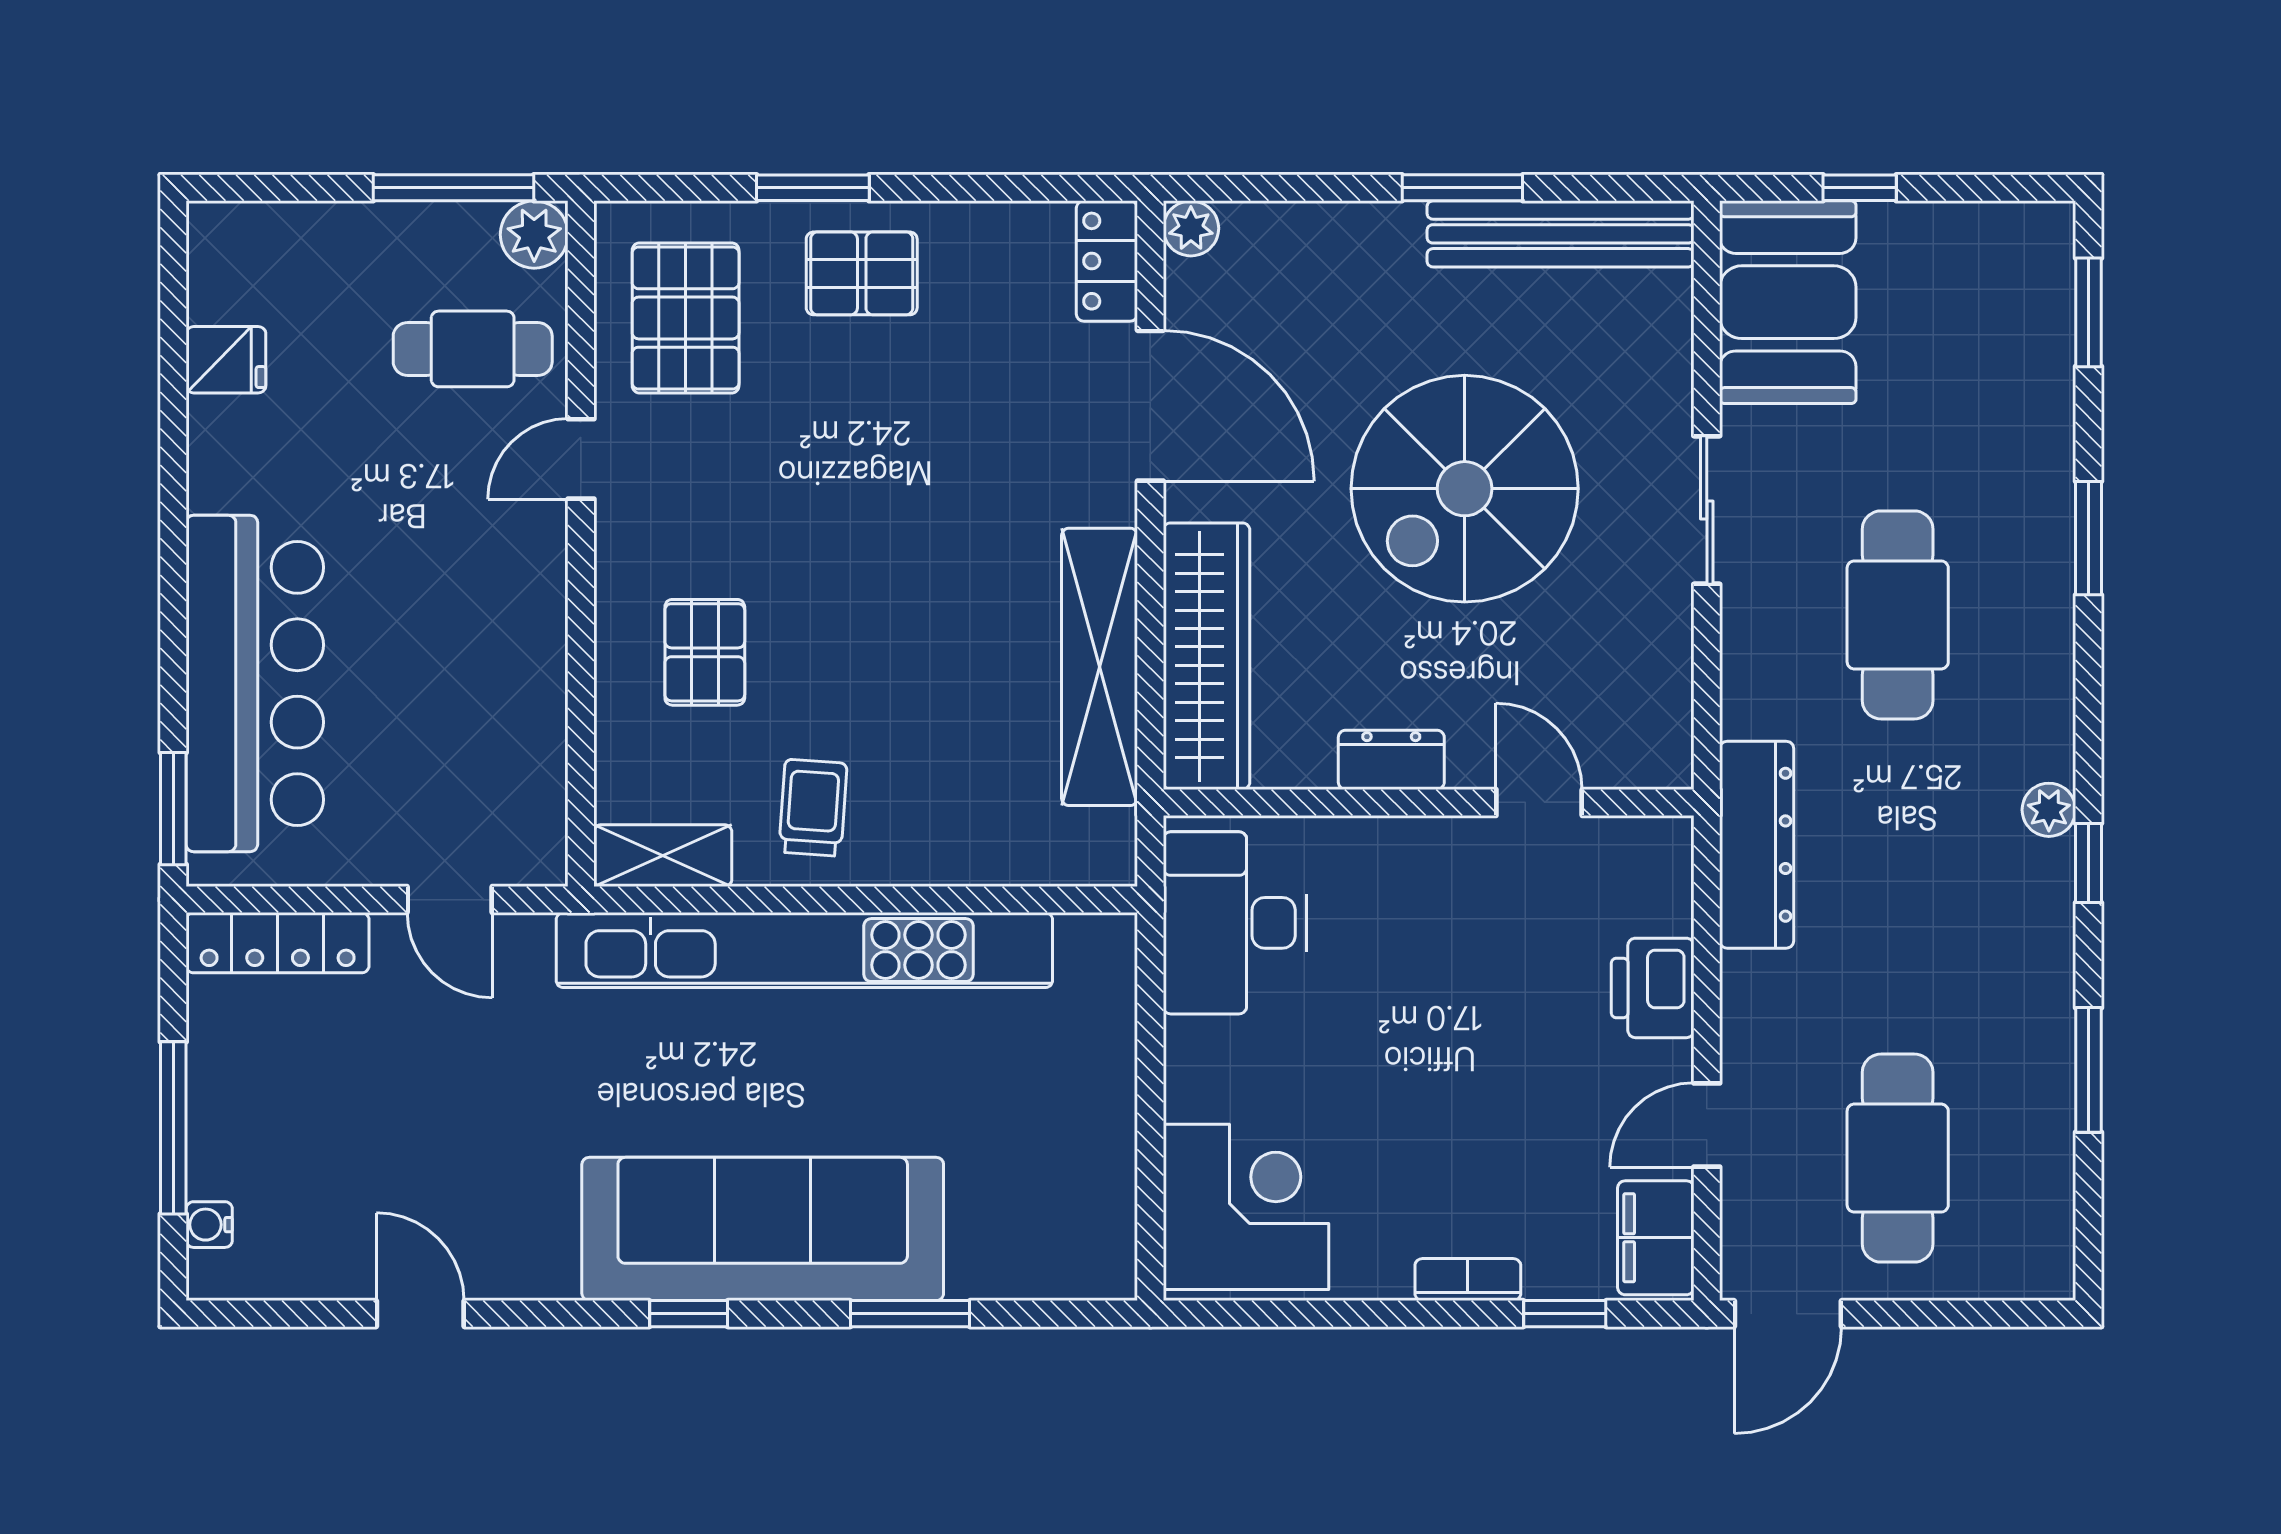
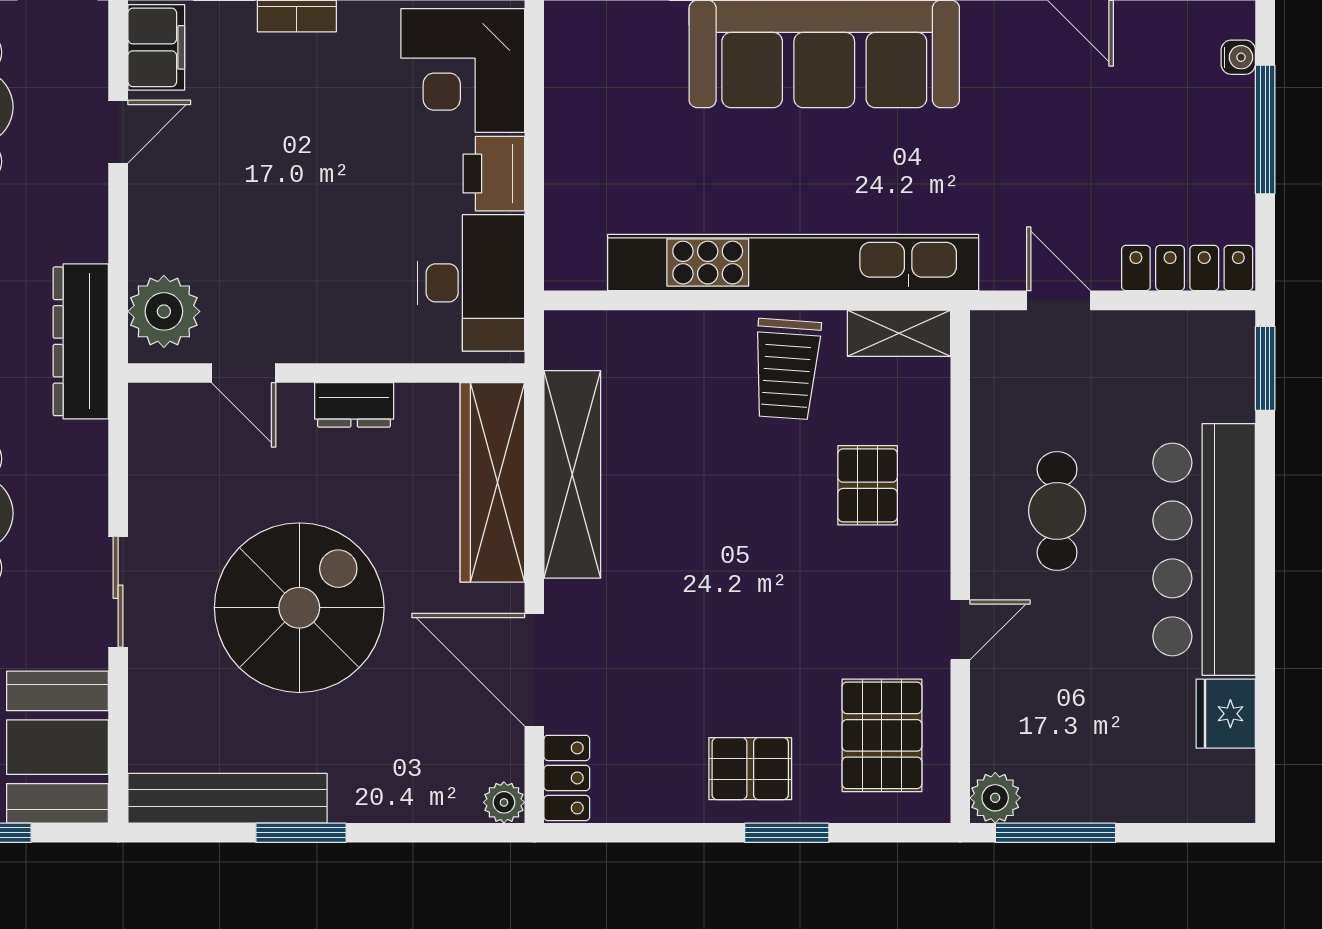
cafe table: (473, 349) -> (1057, 511), moved, turned 90
fridge: (226, 360) -> (1226, 714), width x1.38
bar counter: (255, 683) -> (1204, 549), moved
trolley: (813, 808) -> (787, 369), width x1.36, depth x1.39
plant: (1646, 885) -> (164, 311), added
printer: (1653, 988) -> (494, 174), moved, turned 180

